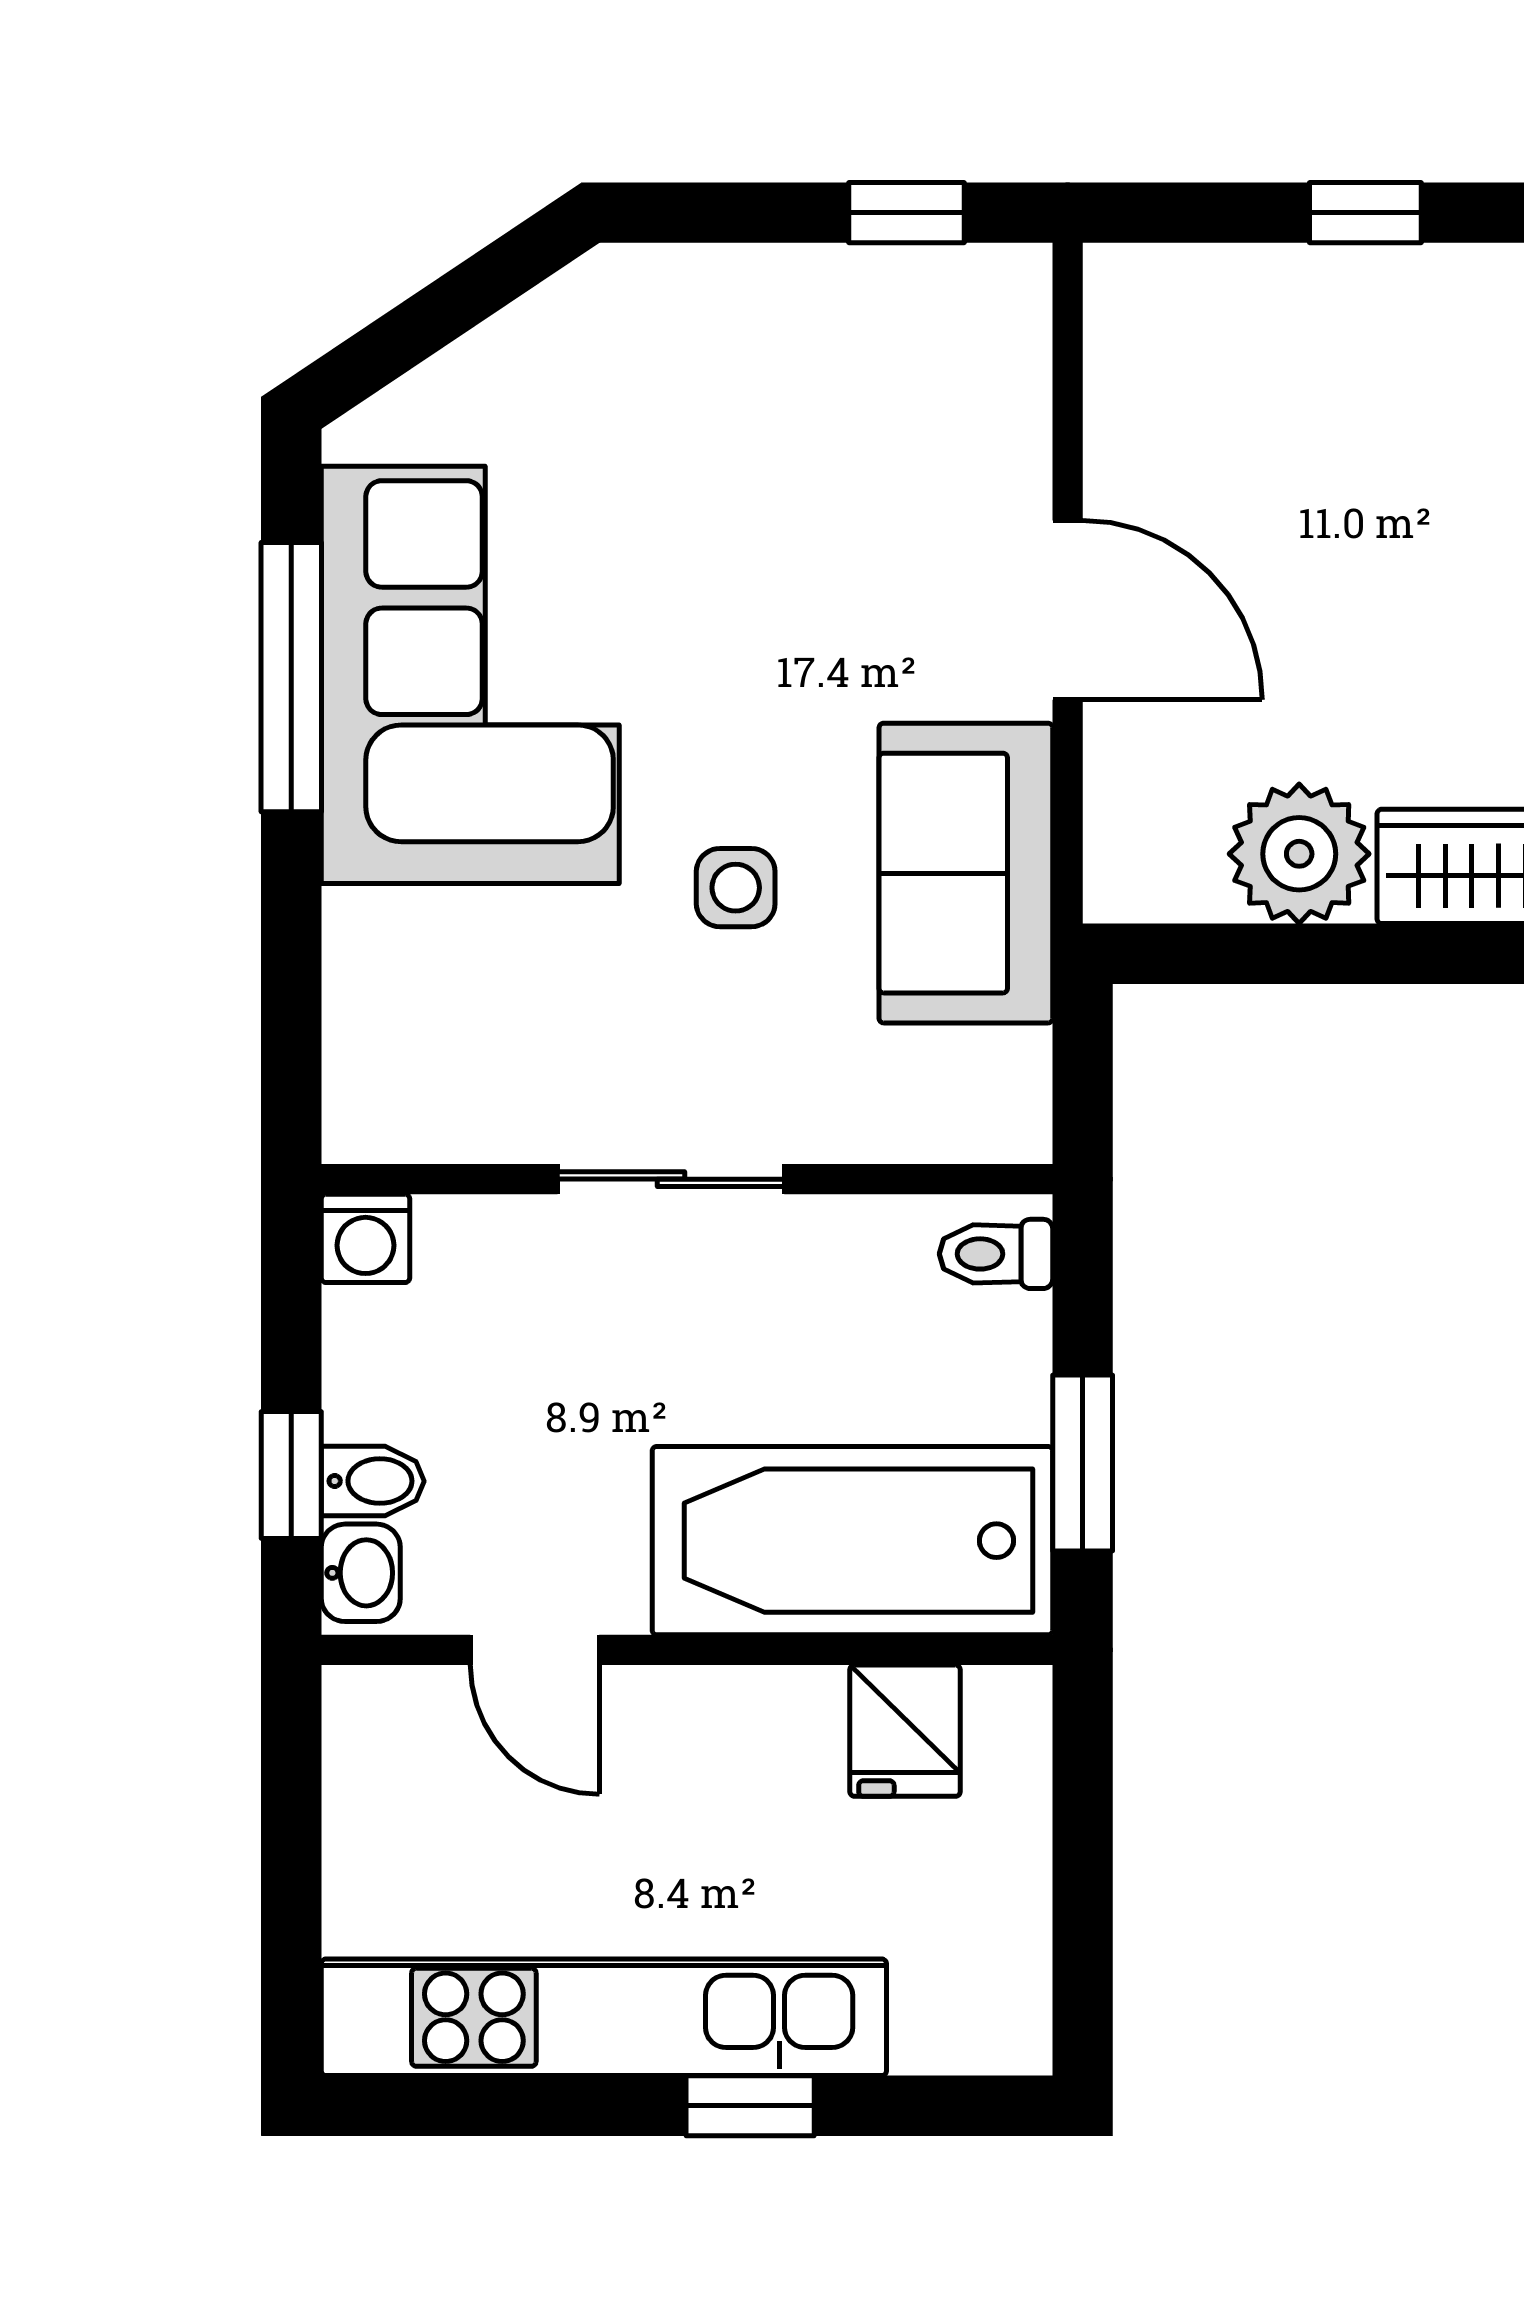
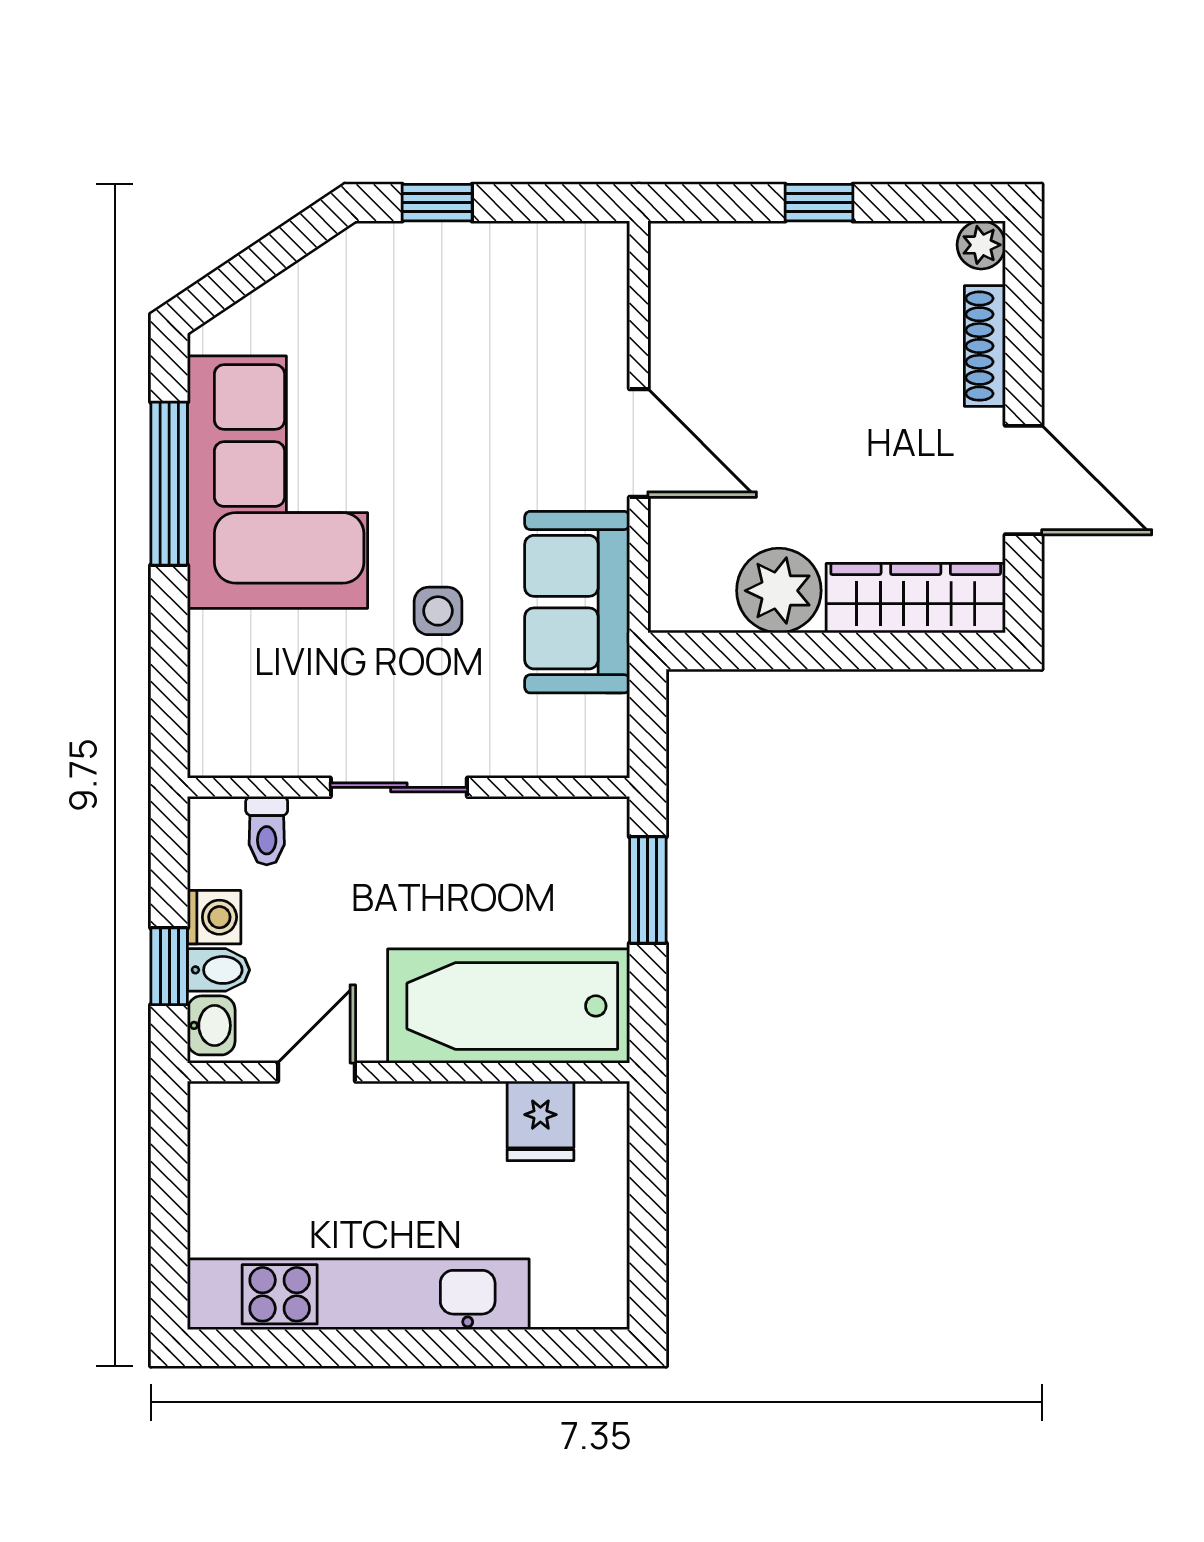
window: (906, 213) -> (437, 203), moved
washing machine: (365, 1238) -> (214, 917), moved, turned -90
toilet: (996, 1254) -> (267, 831), moved, turned -90
window: (1083, 1463) -> (648, 890), moved
door: (535, 1650) -> (316, 1072), swing flipped
window: (750, 2106) -> (447, 1348), removed

